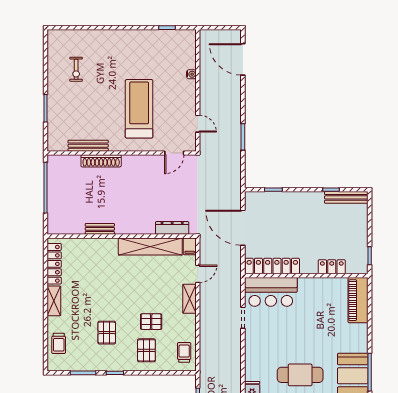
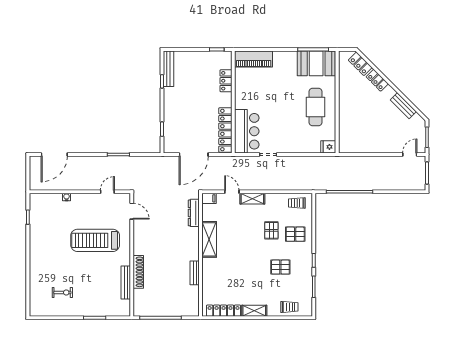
shelving: (150, 246) -> (209, 239), width x0.68

